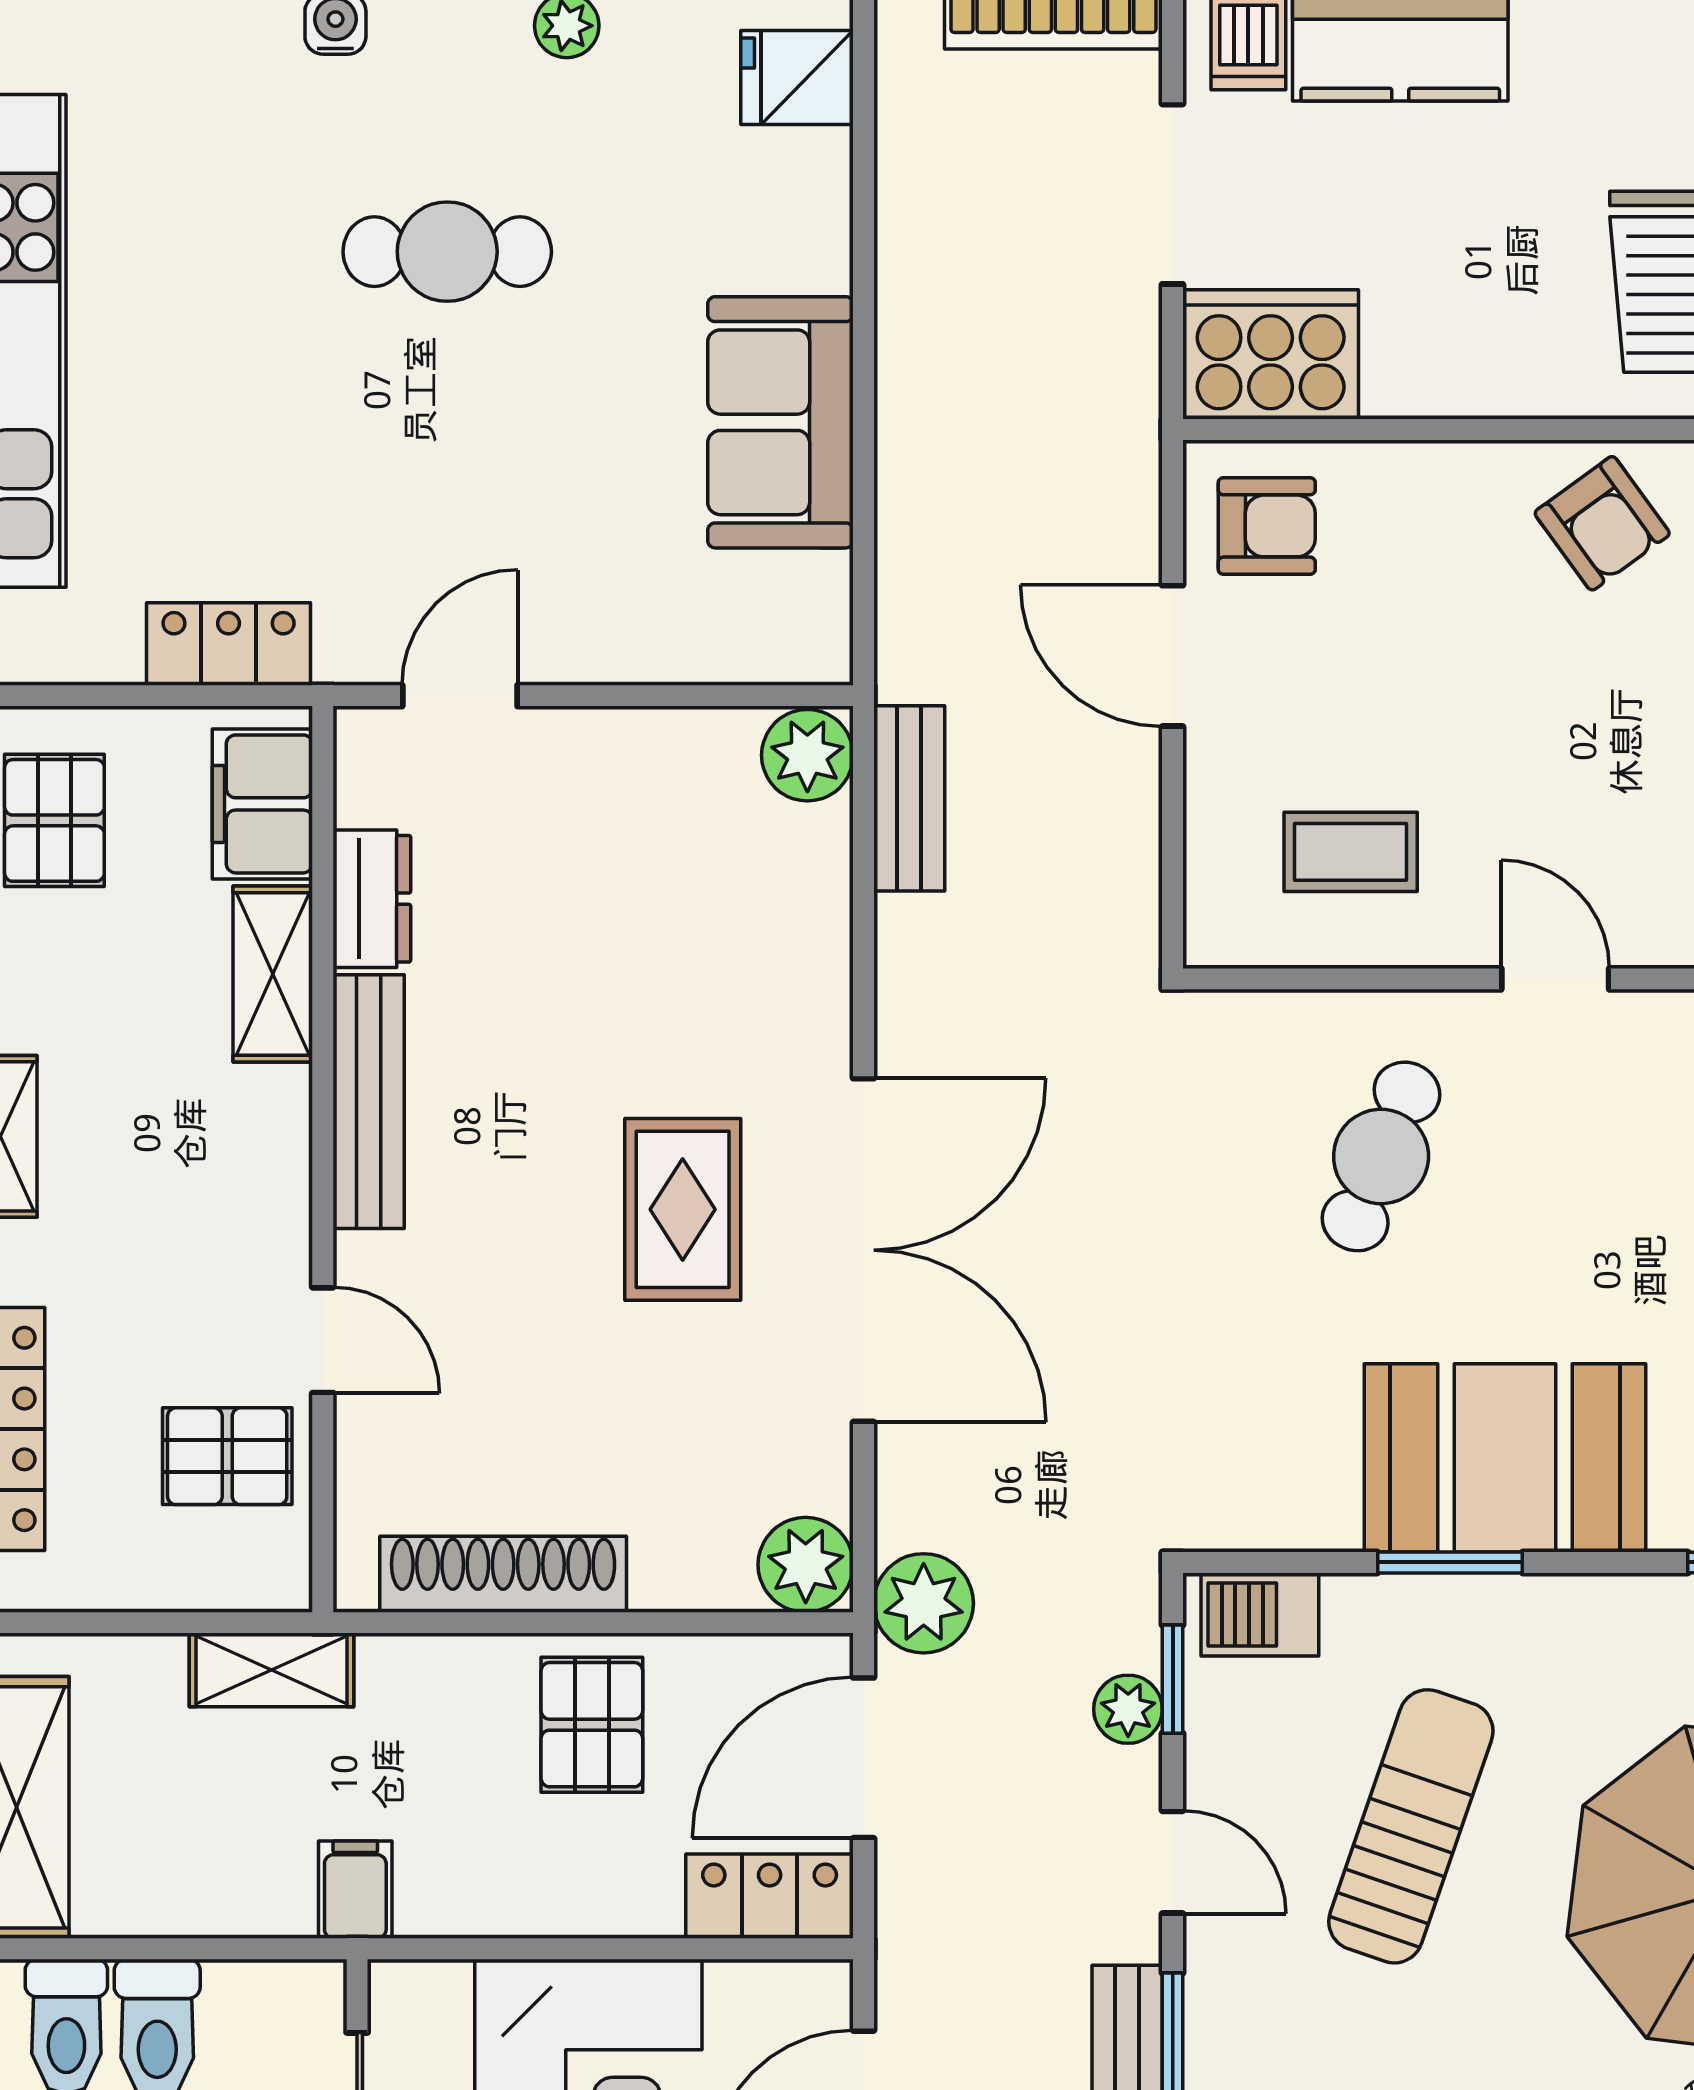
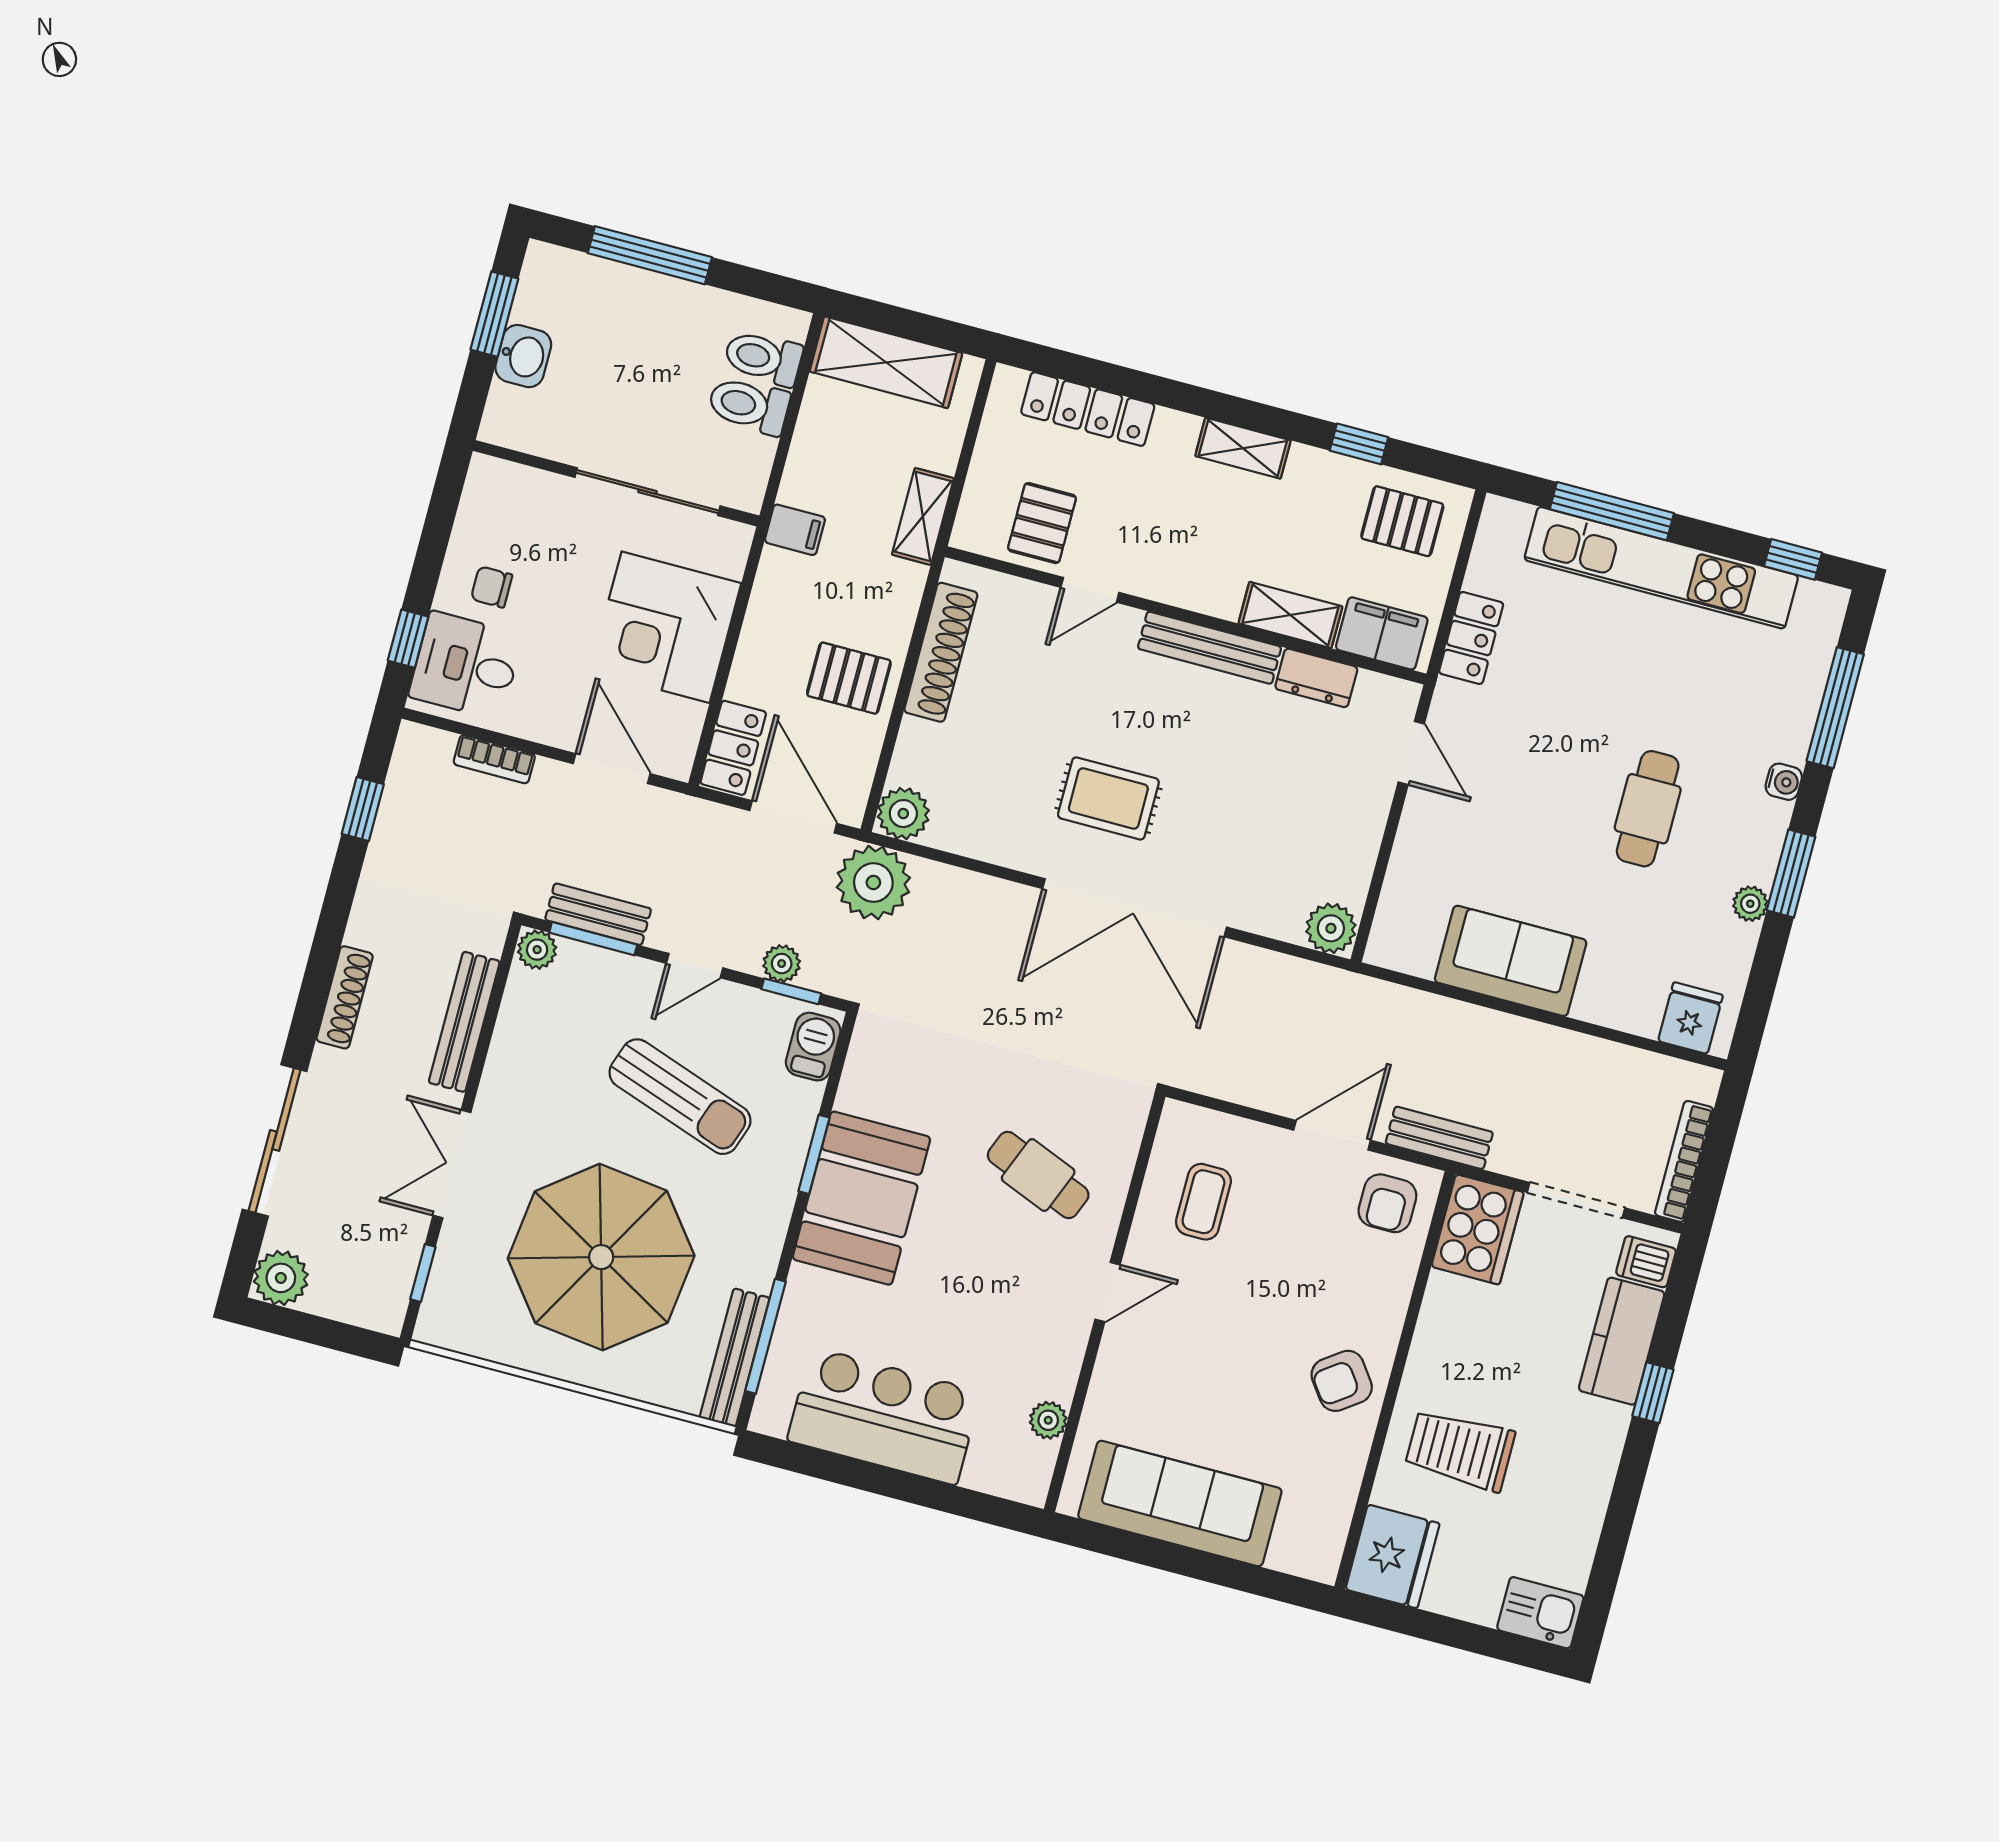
bench: (909, 798) -> (1439, 1138), moved
double door: (864, 1250) -> (1135, 908), moved
plant: (924, 1603) -> (873, 883), width x1.36, depth x1.36

